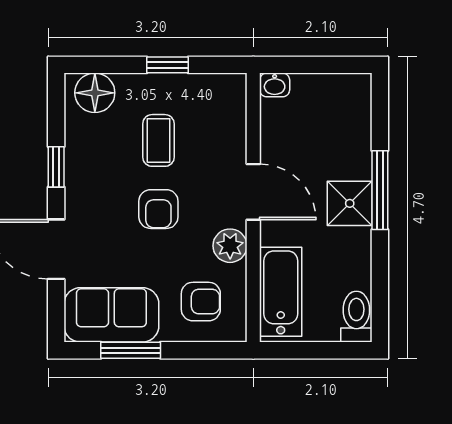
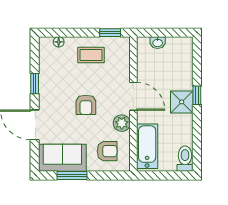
window: (168, 65) -> (110, 33), moved
washbasin: (275, 85) -> (158, 43), moved
floor lamp: (95, 93) -> (59, 42), width x0.53, depth x0.53
coffee table: (158, 140) -> (91, 55), moved, turned 90
window: (380, 190) -> (197, 95), width x0.46

